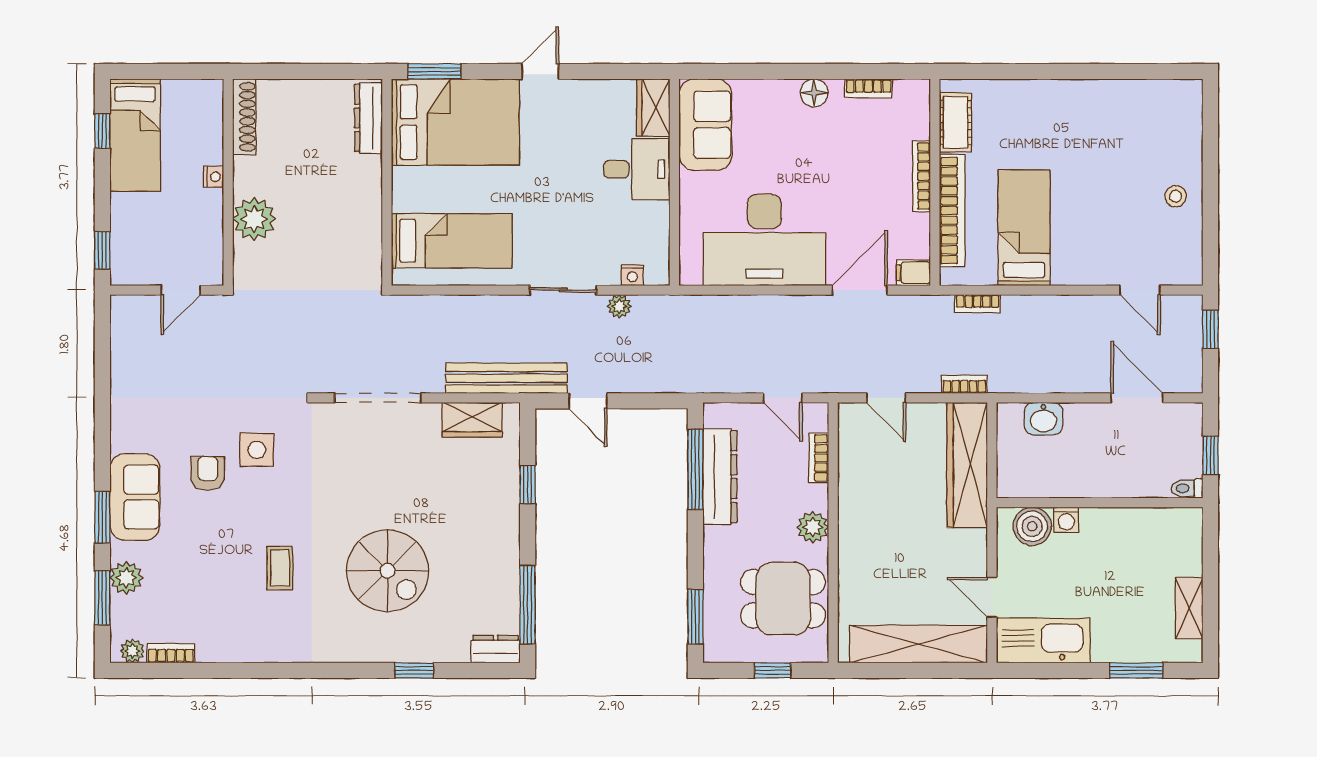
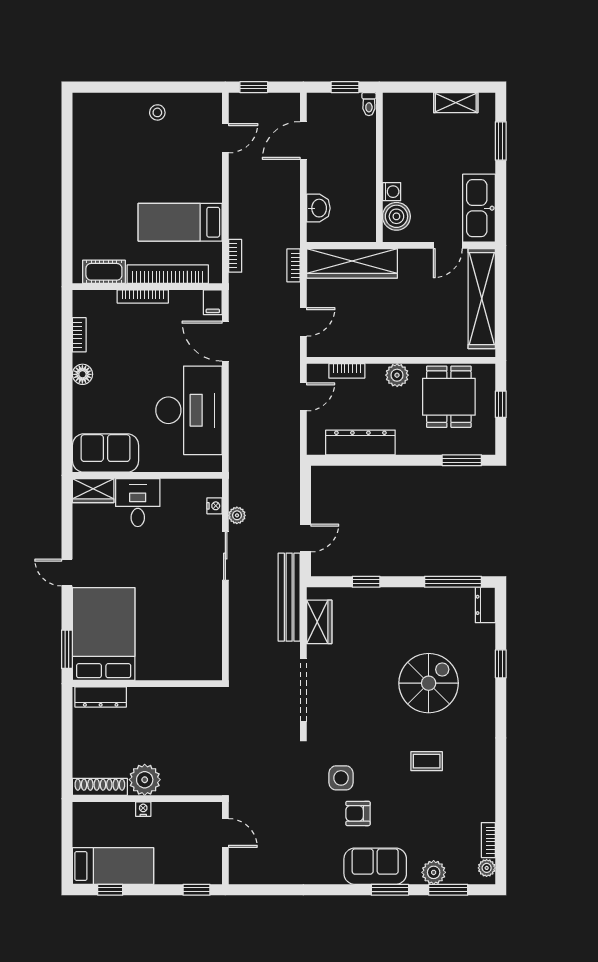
plant: (254, 219) -> (145, 780), moved
bed: (452, 241) -> (190, 637), removed
window: (695, 469) -> (355, 460), removed

